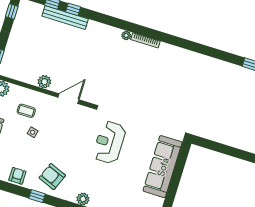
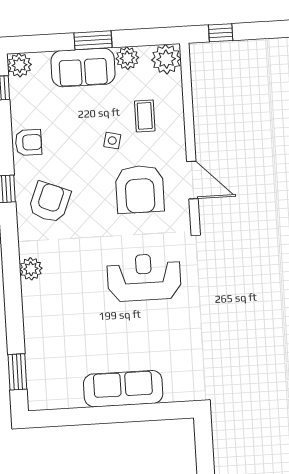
plant: (44, 82) -> (206, 128), removed
armchair: (63, 127) -> (140, 189), added
sofa: (163, 167) -> (123, 389), width x0.74, depth x0.79

